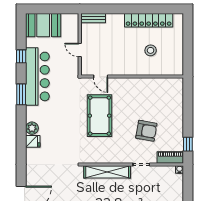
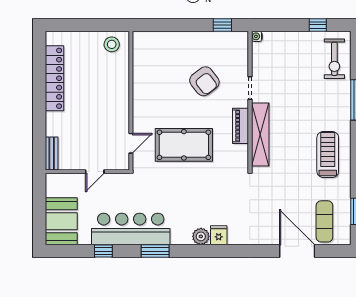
stool: (151, 50) -> (112, 44), moved
armchair: (146, 131) -> (204, 81), turned 132
piano: (170, 157) -> (241, 126), moved

